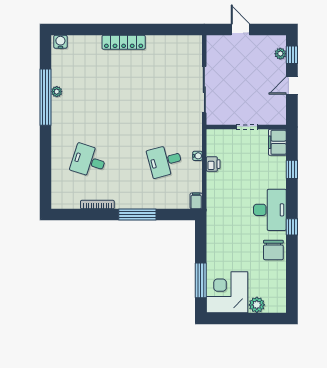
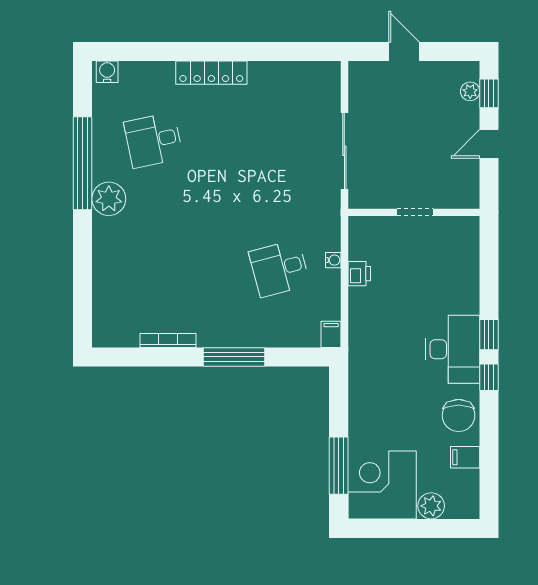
plant: (57, 92) -> (109, 199), moved, width x1.88, depth x1.88
filing cabinet: (277, 142) -> (465, 457), moved, width x0.50
desk: (89, 161) -> (154, 140), moved, turned -30
window: (292, 169) -> (489, 335), moved

